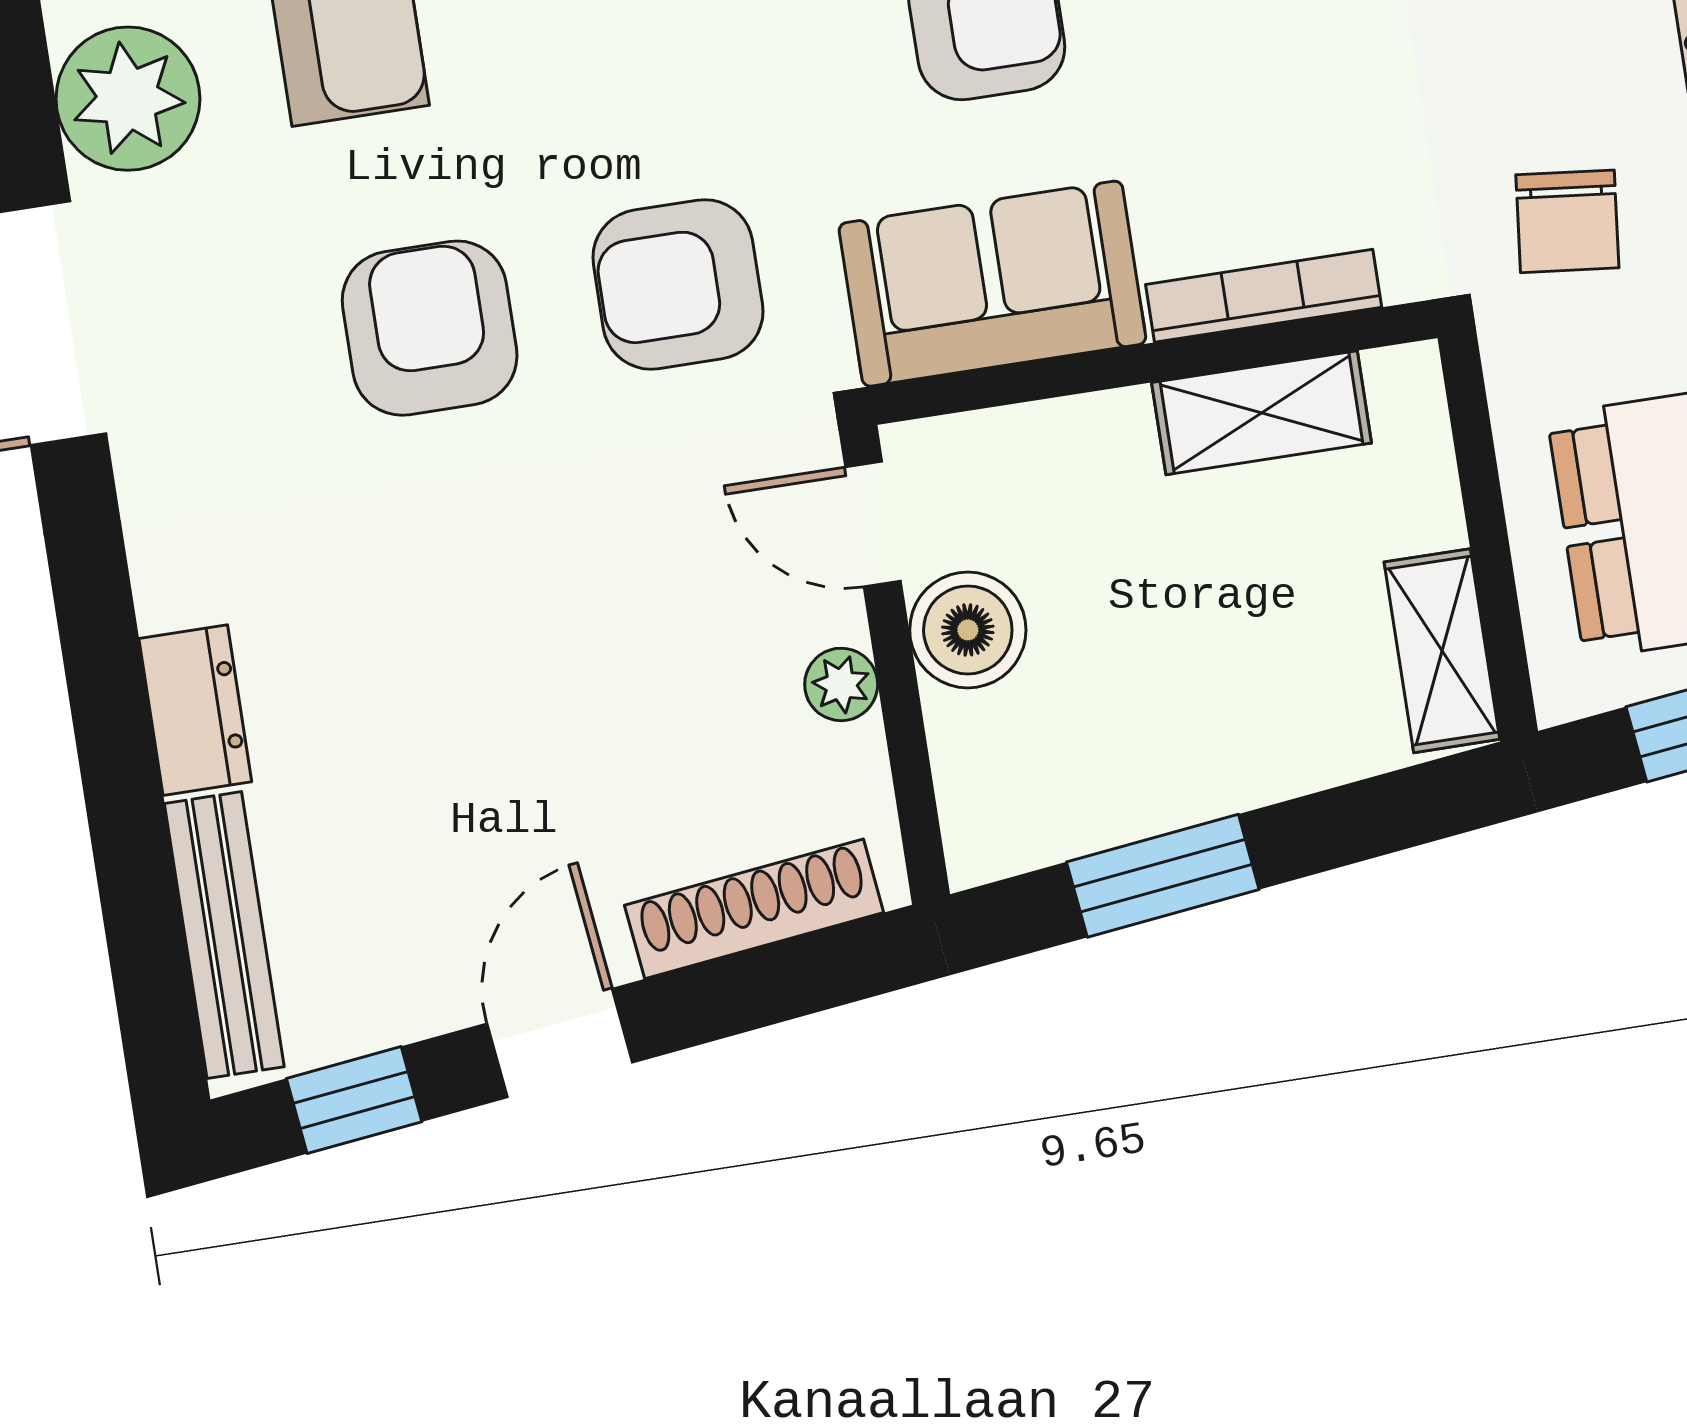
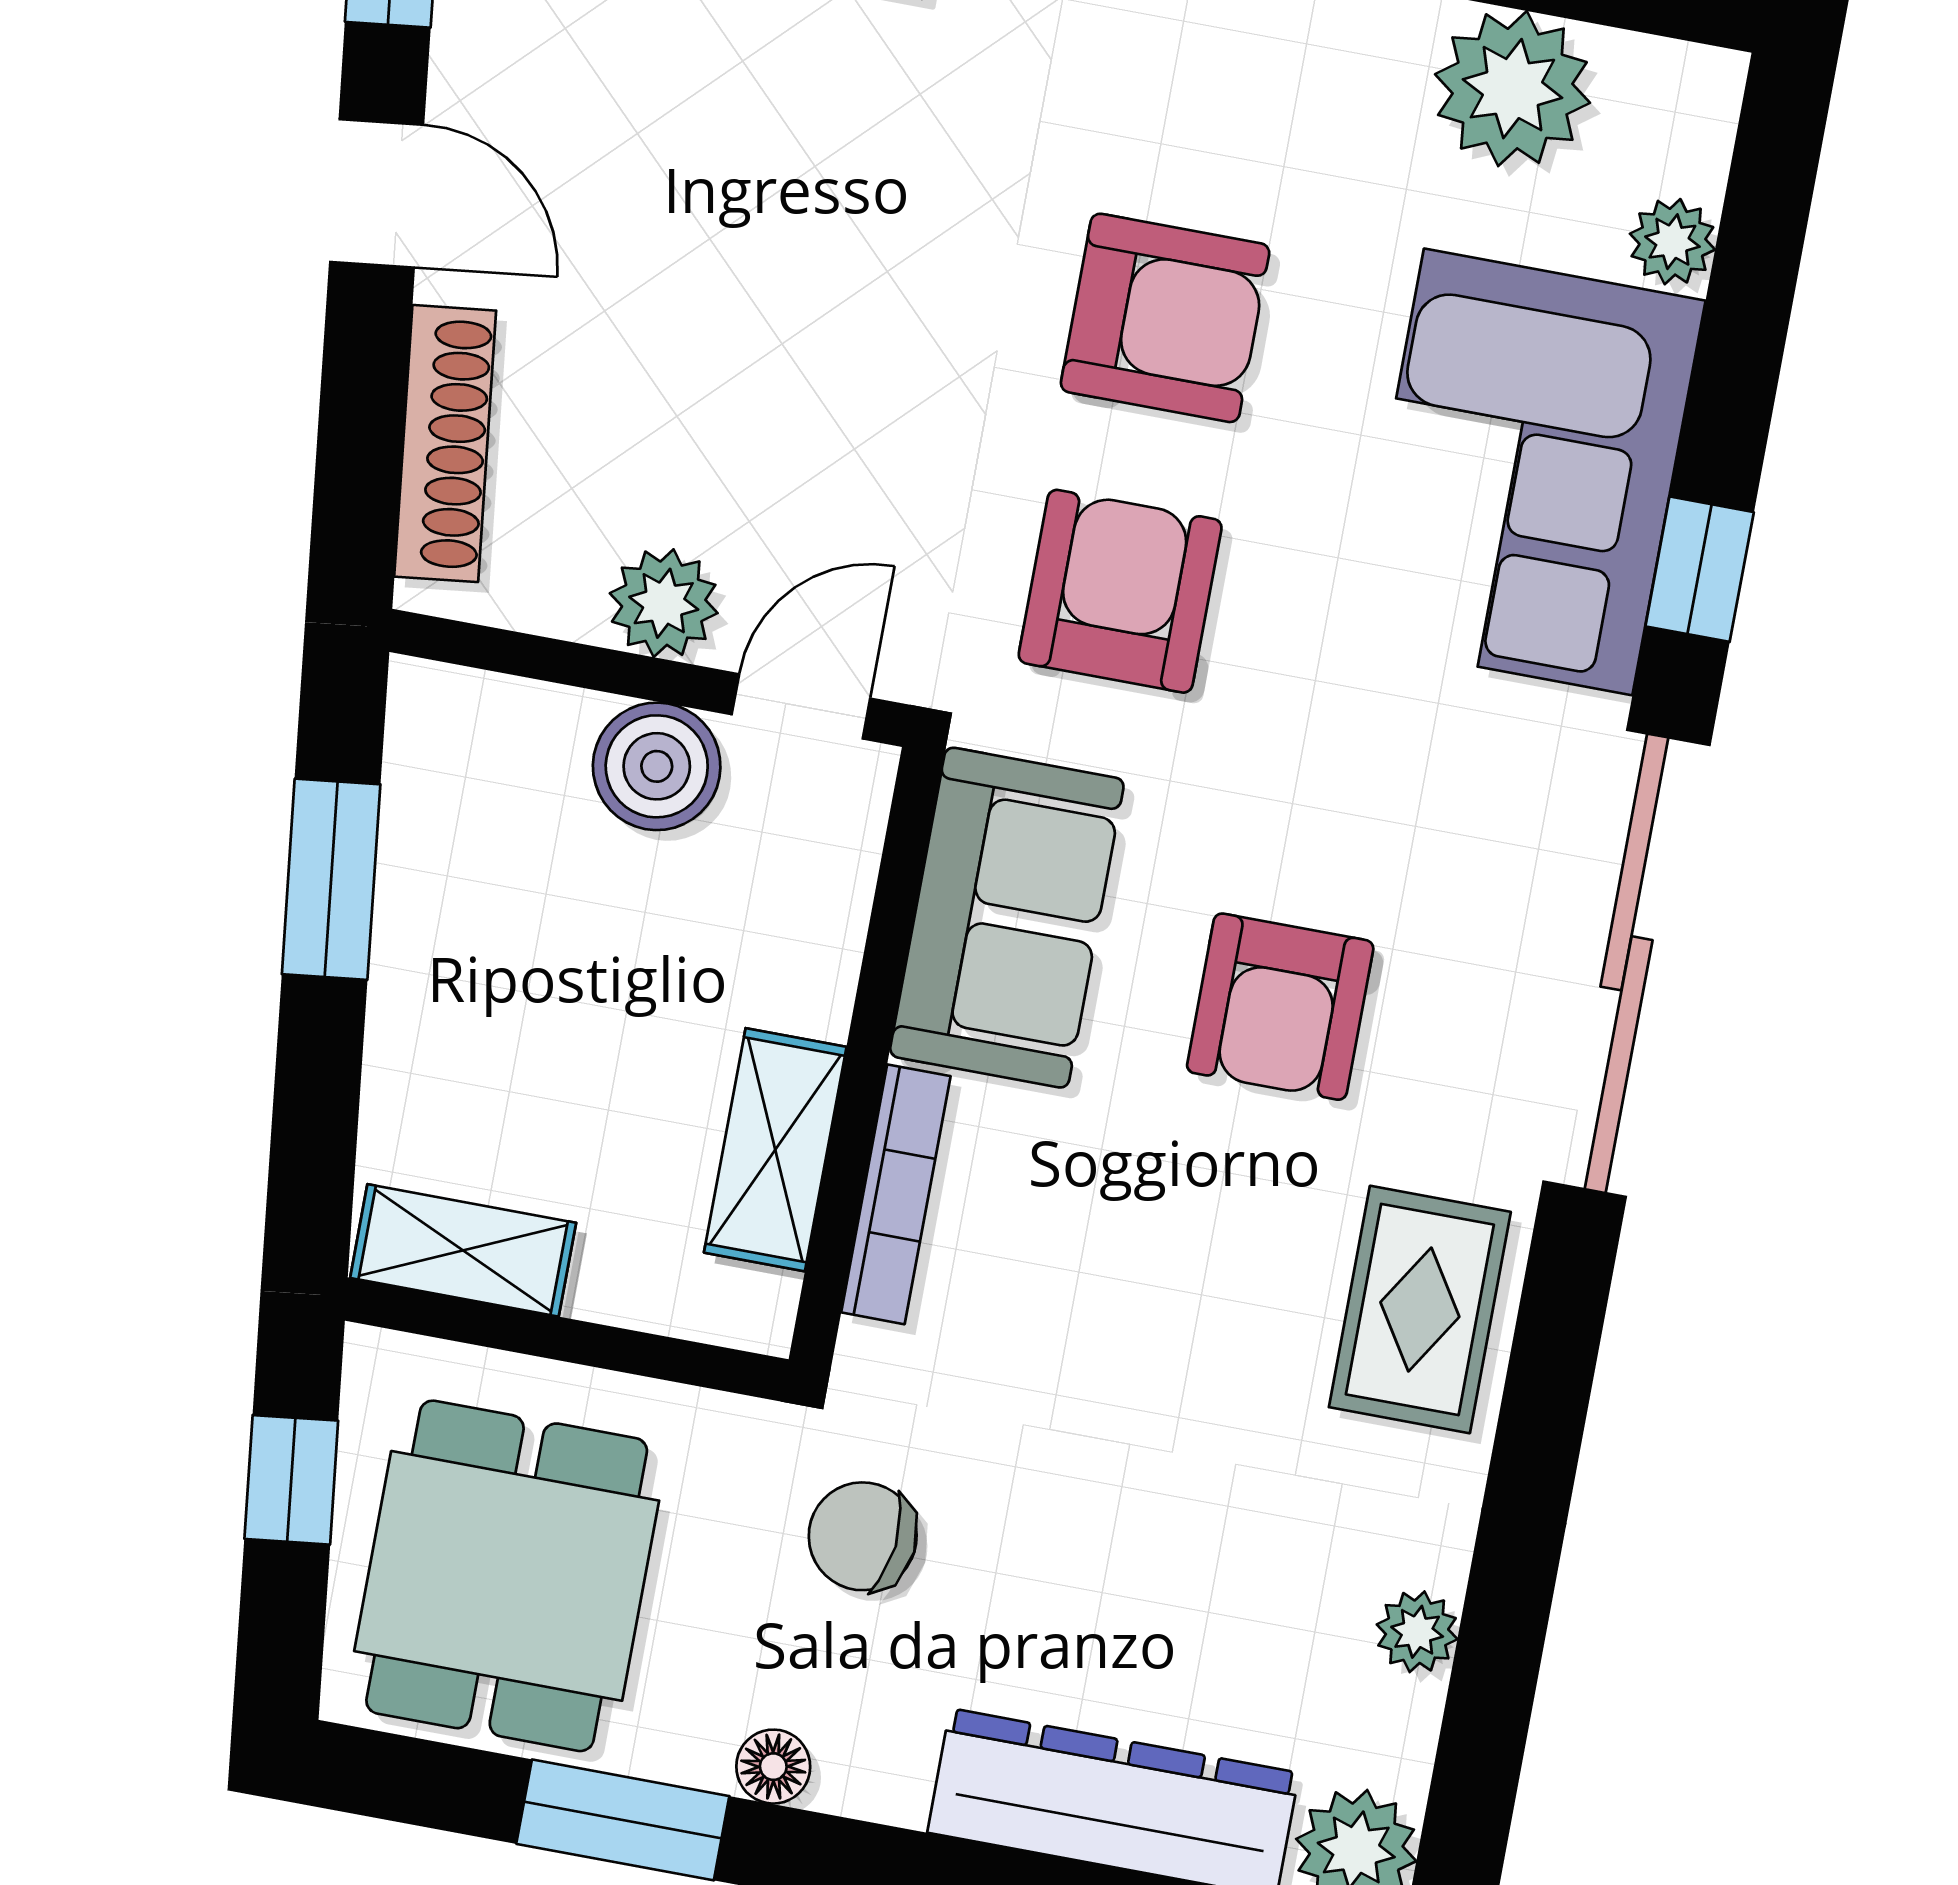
plant: (841, 684) -> (664, 603), width x1.38, depth x1.38

